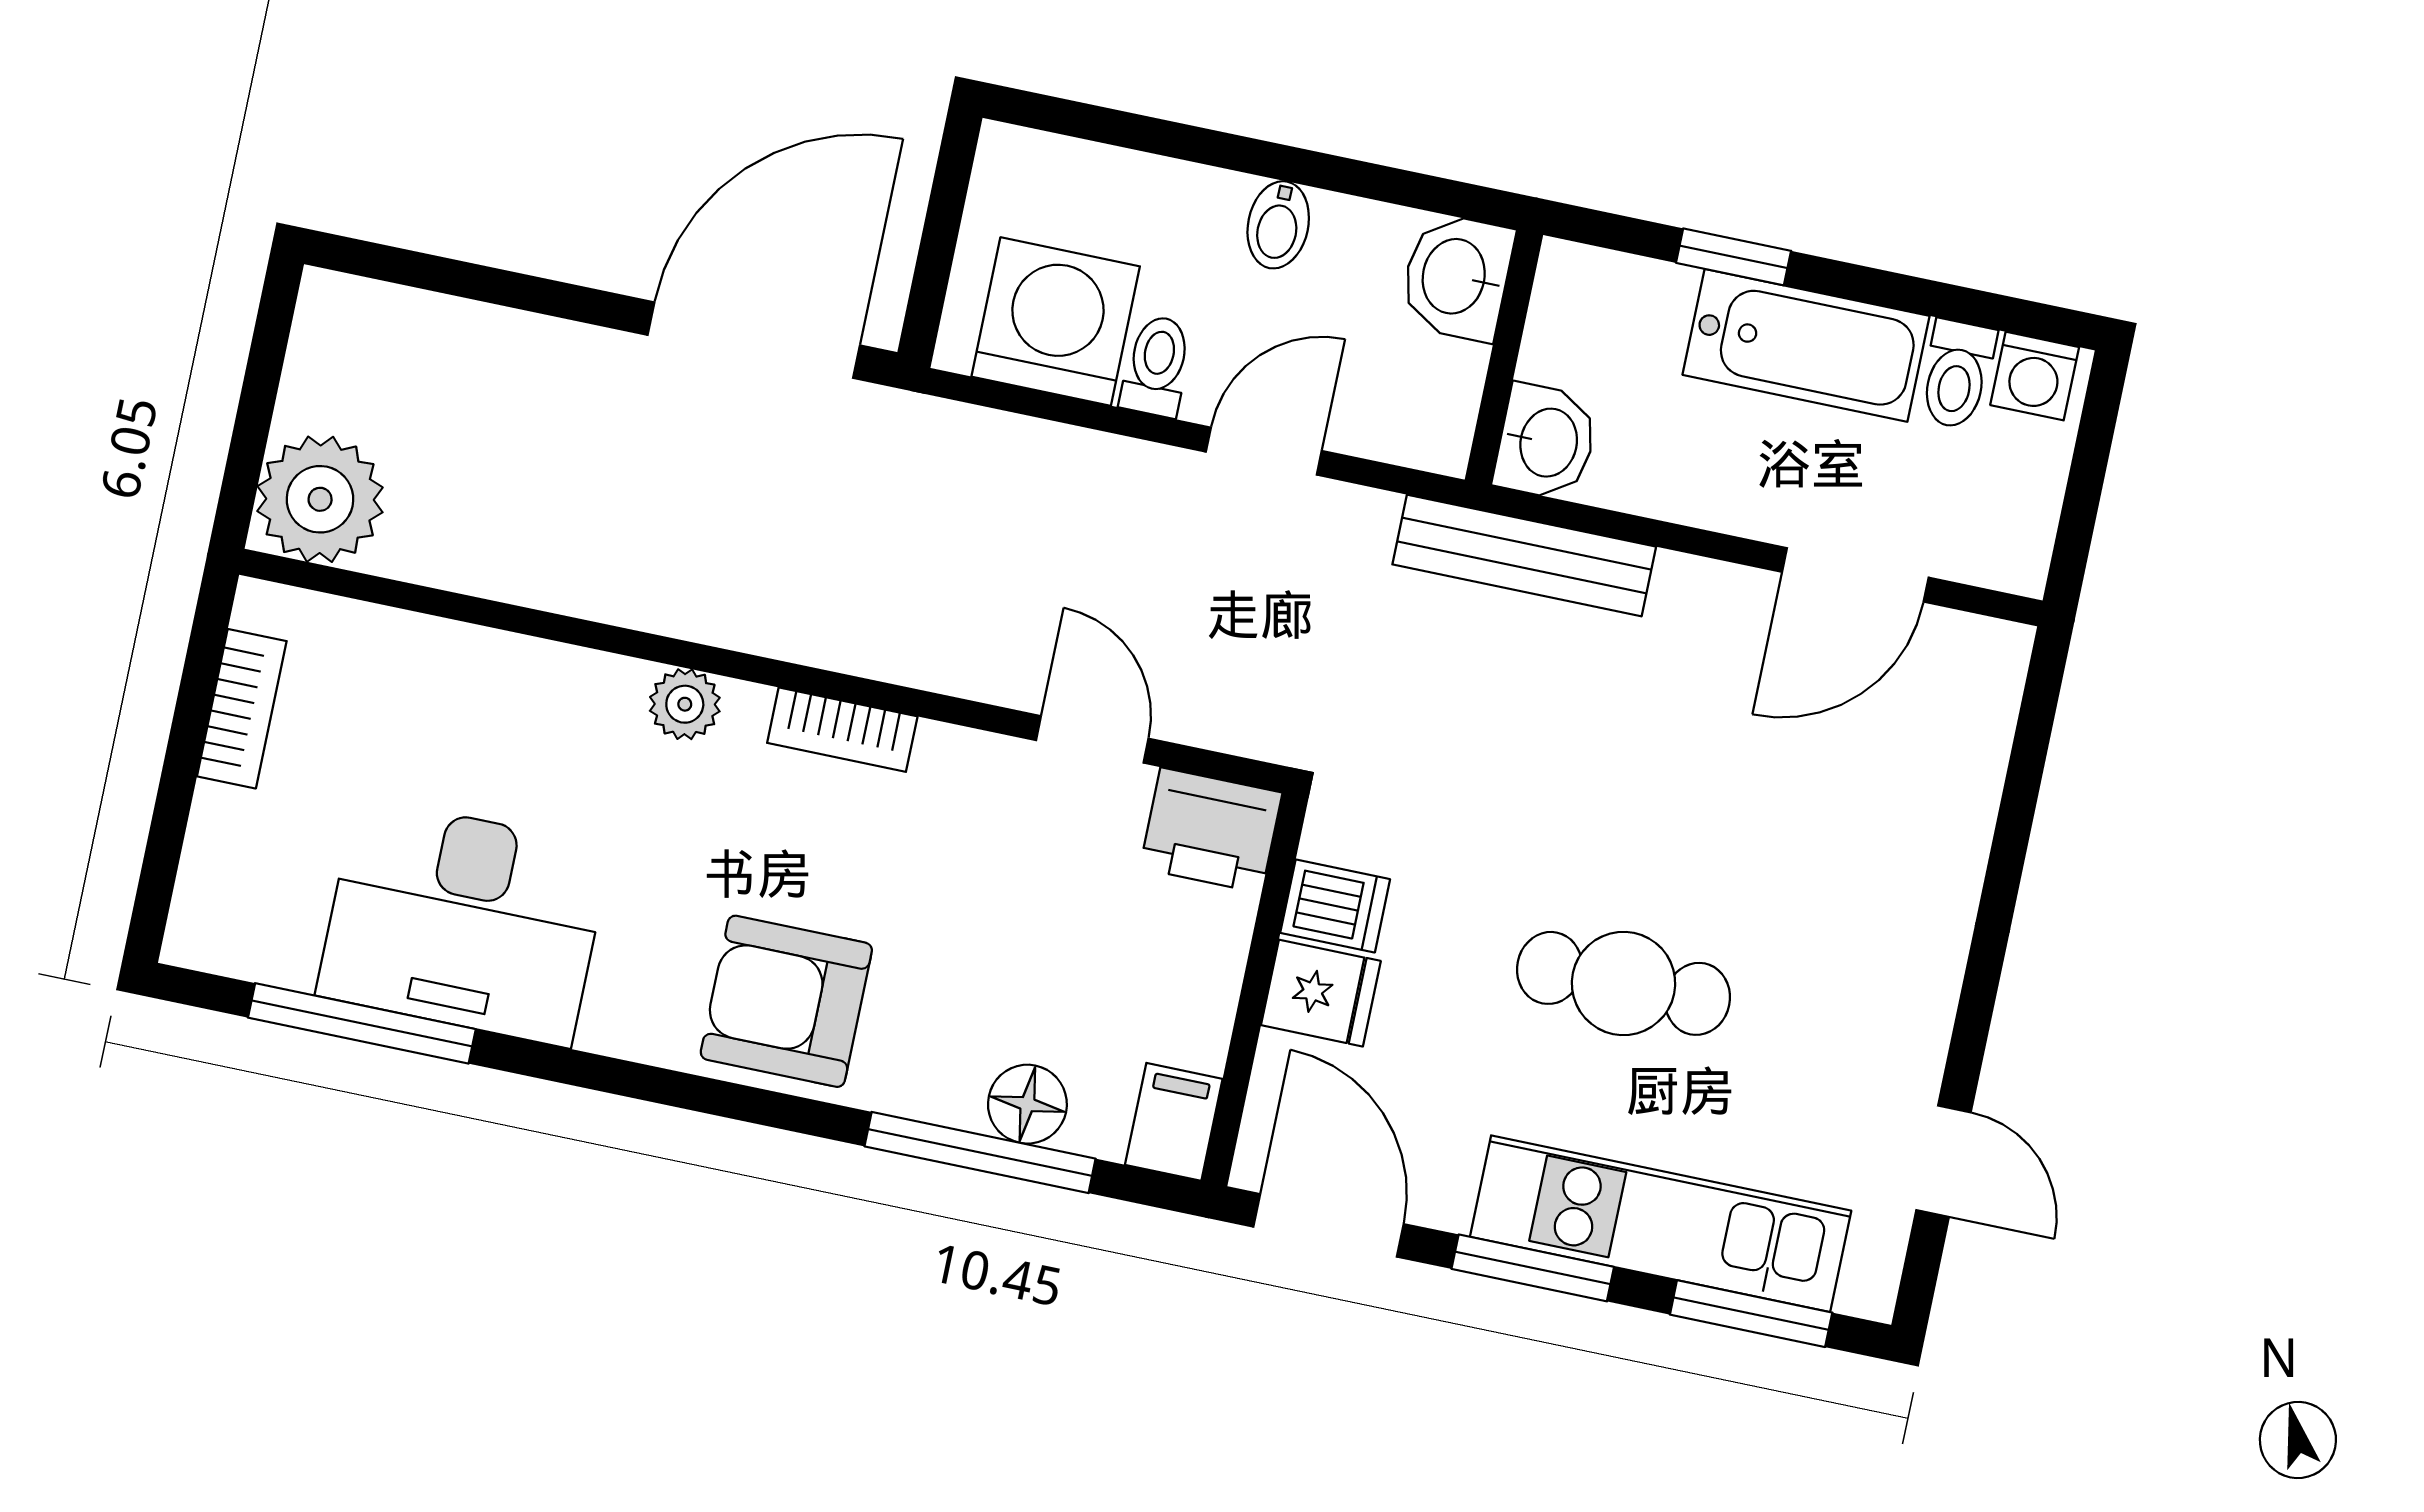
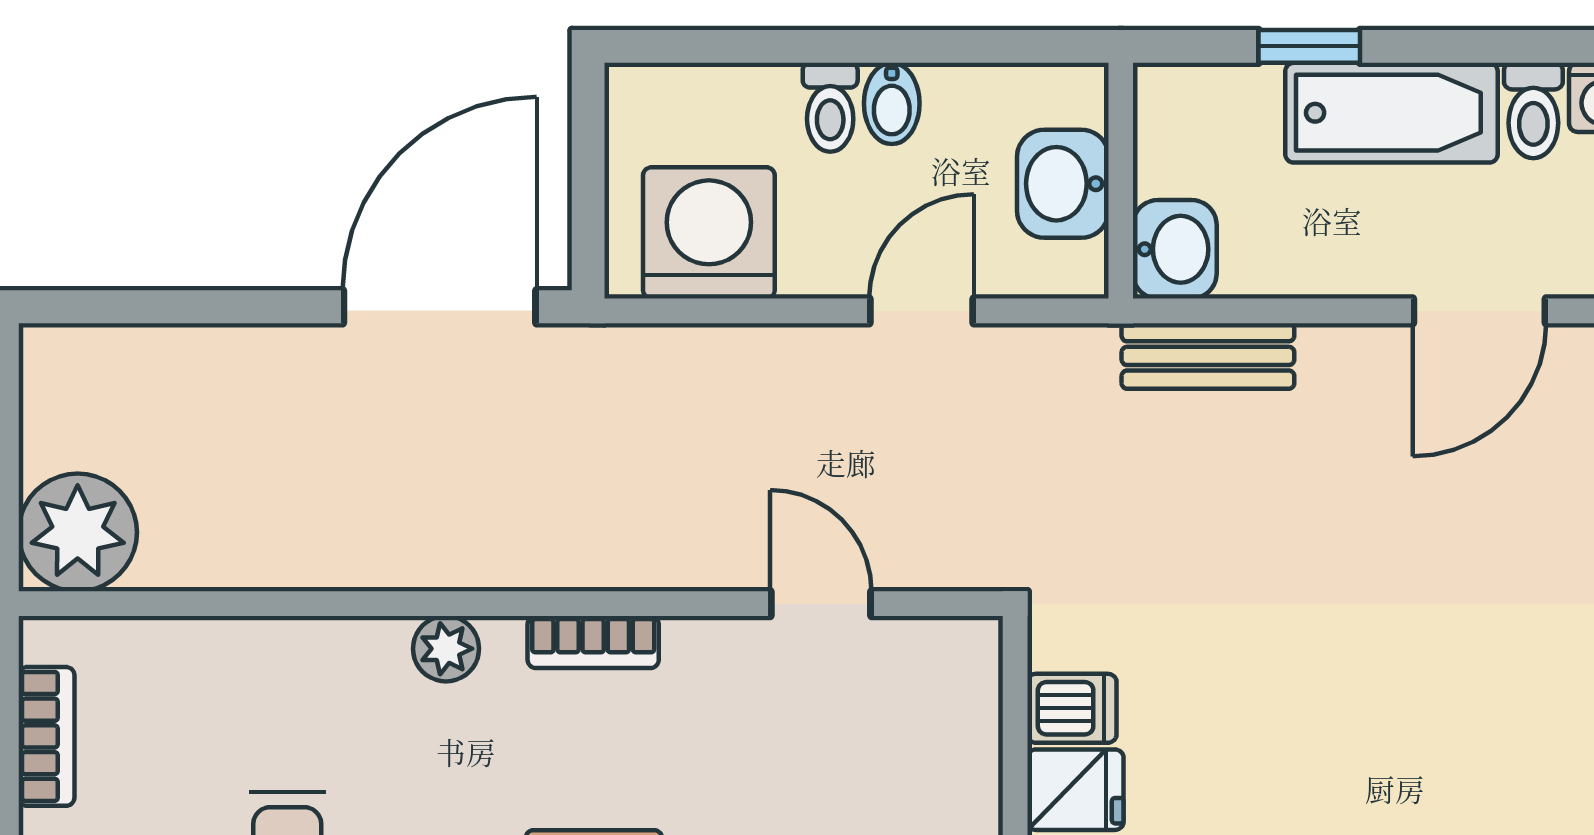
washbasin: (1457, 277) -> (1063, 184), moved
toilet: (1157, 366) -> (830, 107), moved, turned 180
bench: (1524, 556) -> (1208, 356), width x0.73
printer: (1211, 830) -> (945, 663), removed
cafe table: (1624, 983) -> (1347, 724), removed

